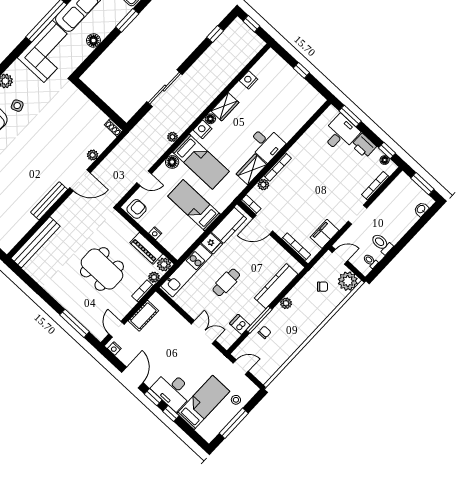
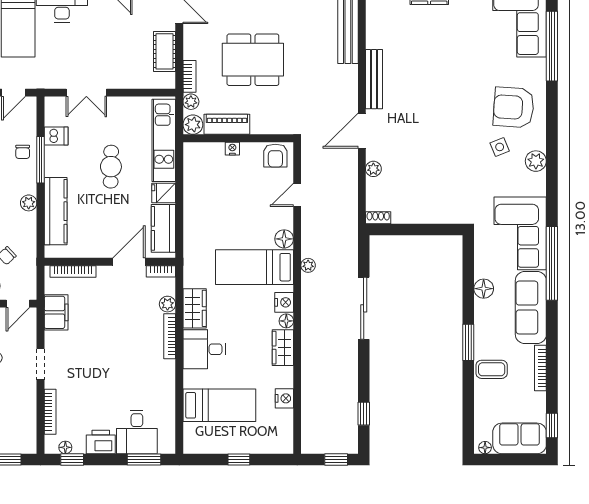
bed: (194, 205) -> (219, 405), moved

